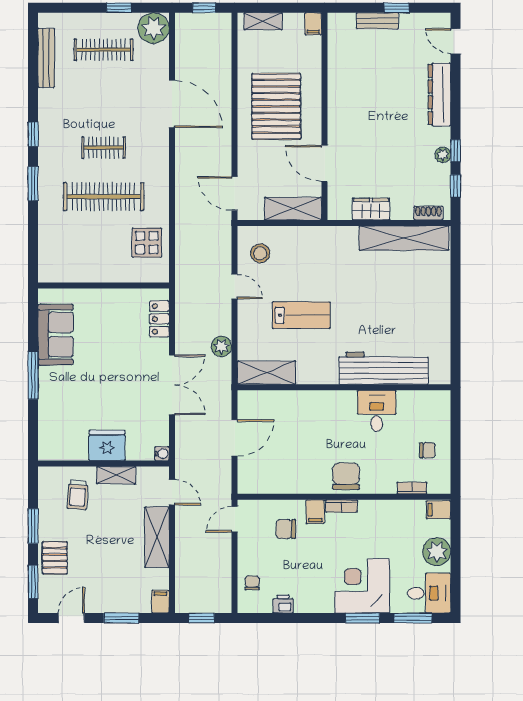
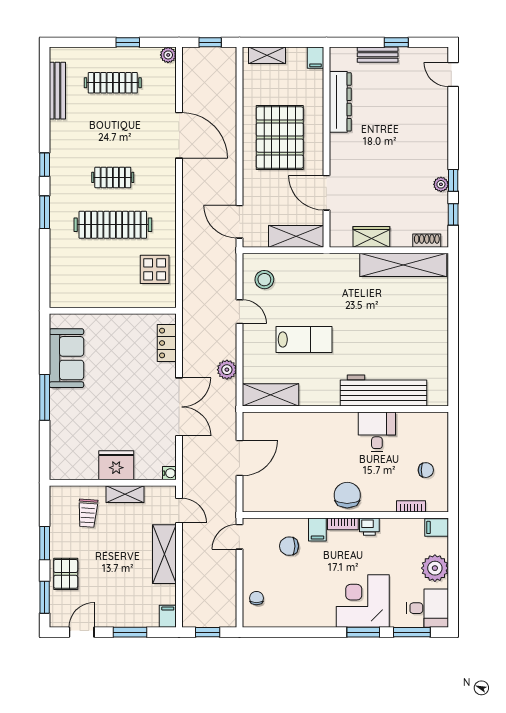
plant: (154, 28) -> (168, 55), width x0.53, depth x0.53
dresser: (439, 95) -> (340, 102), moved, turned 180
printer: (283, 604) -> (369, 527), moved, turned 180

